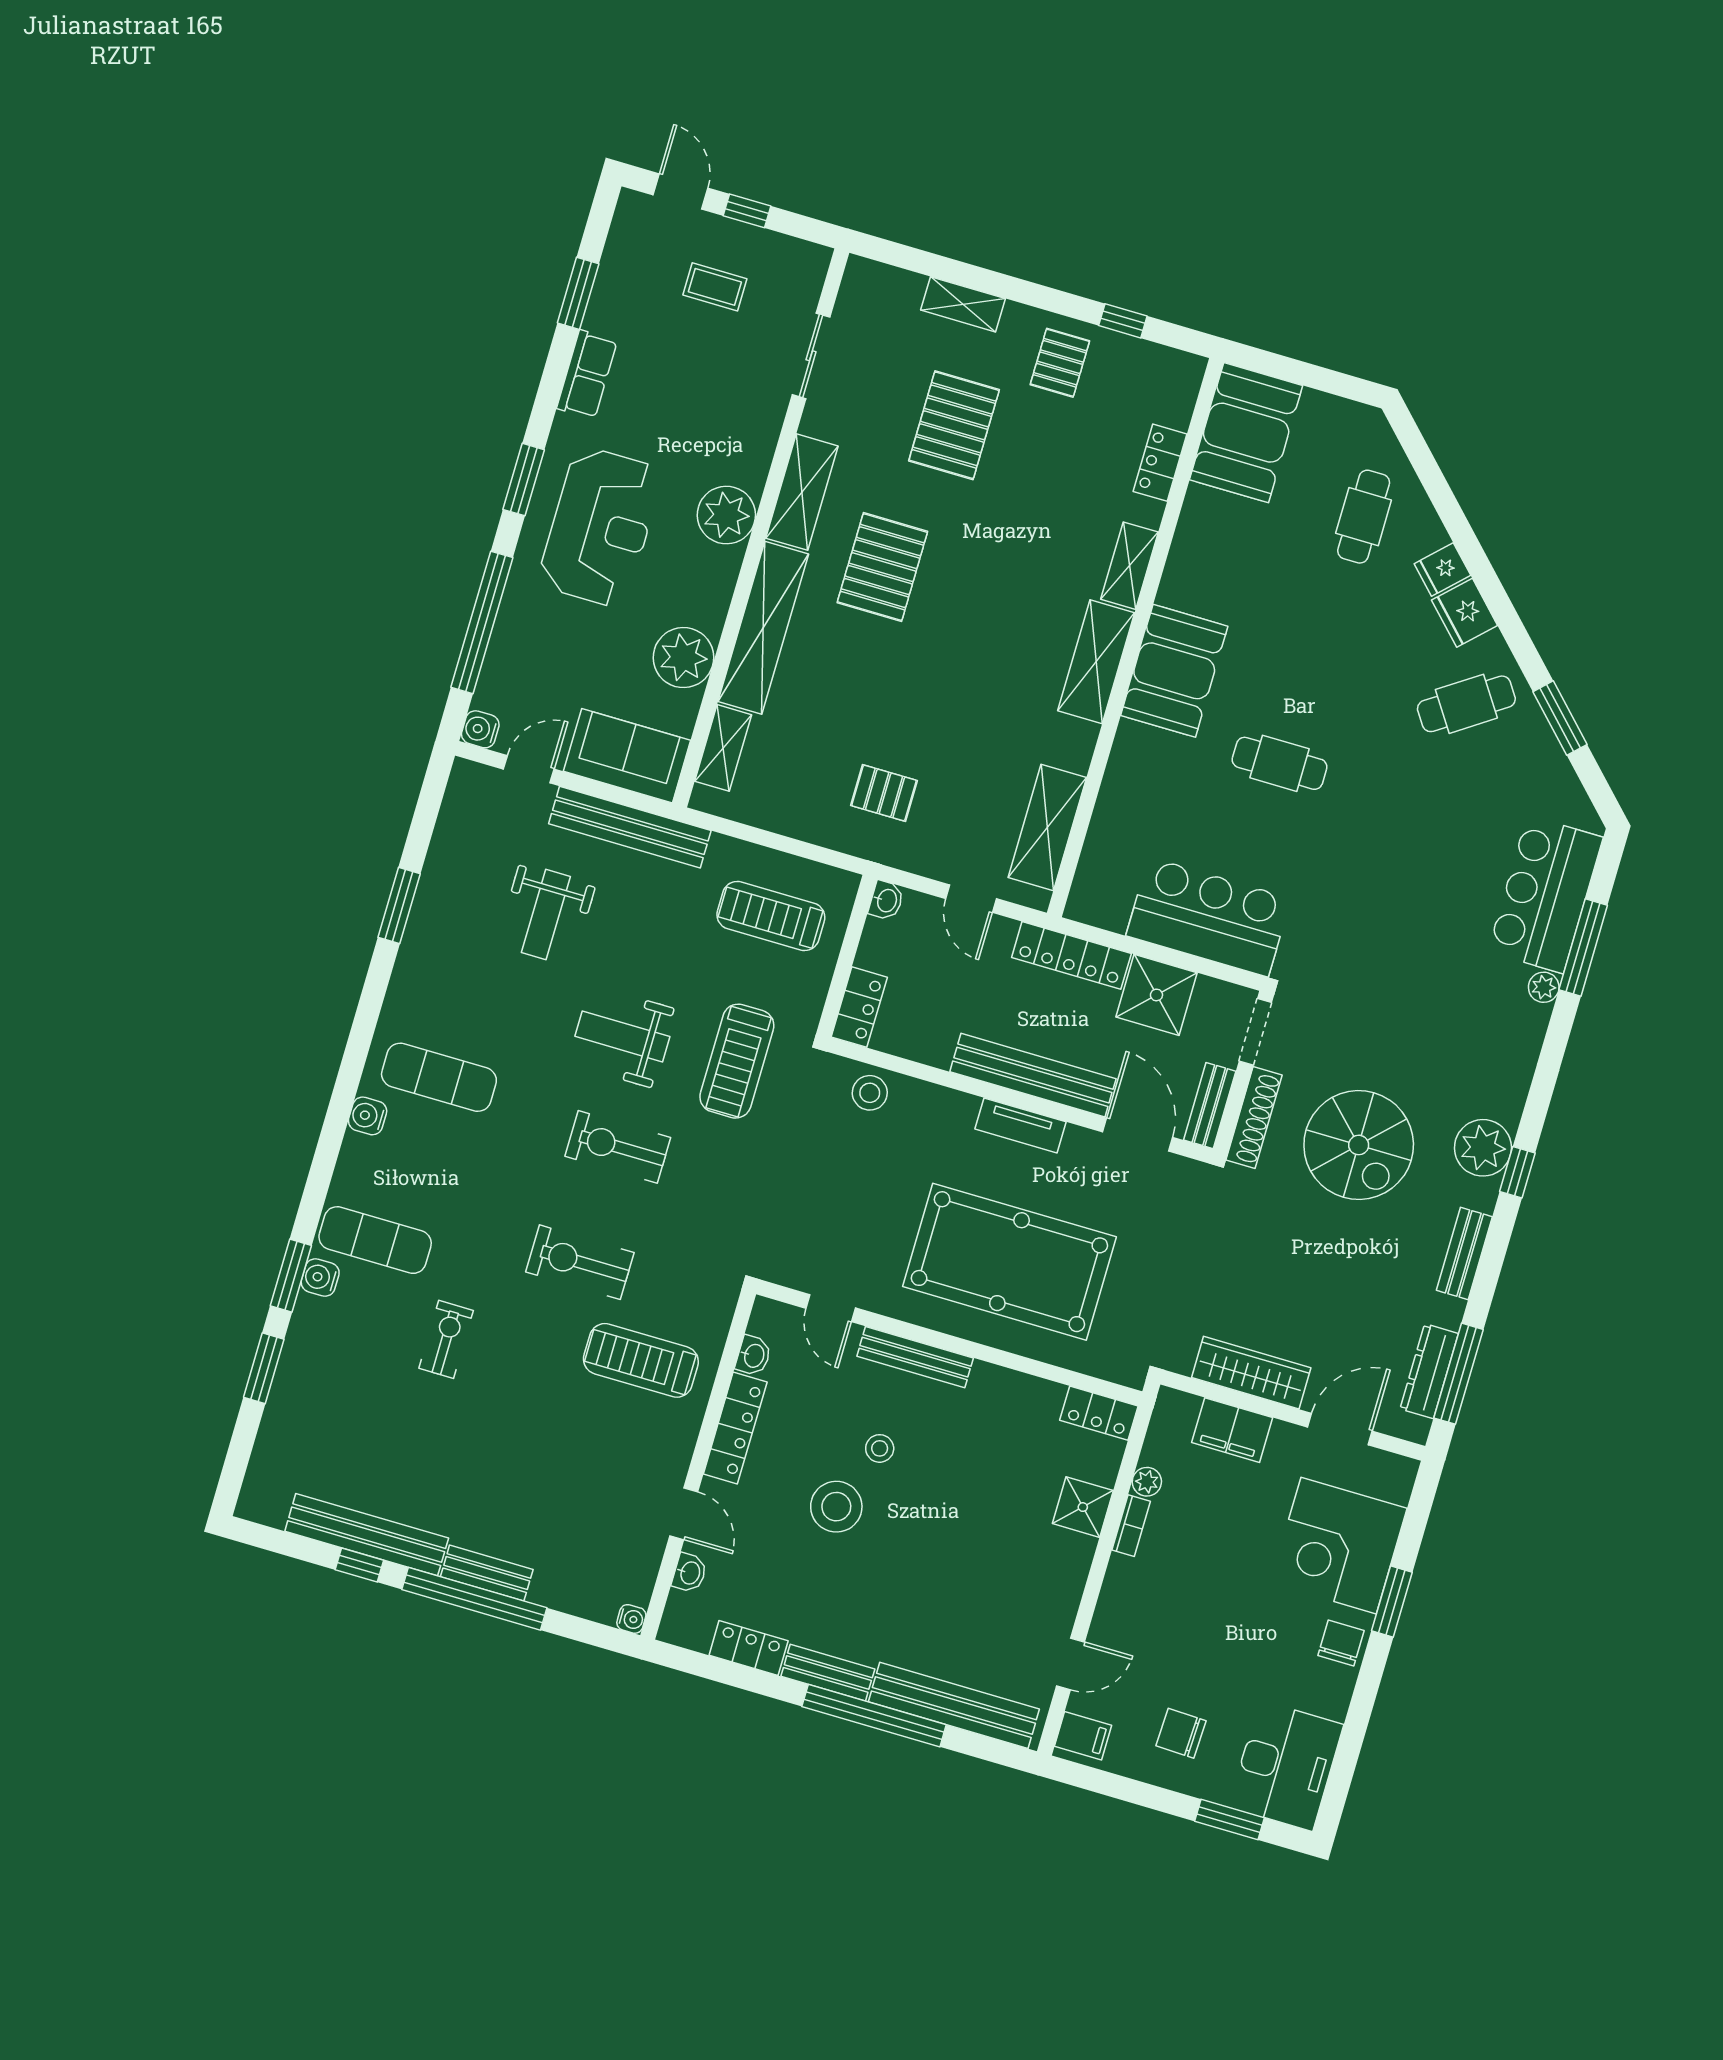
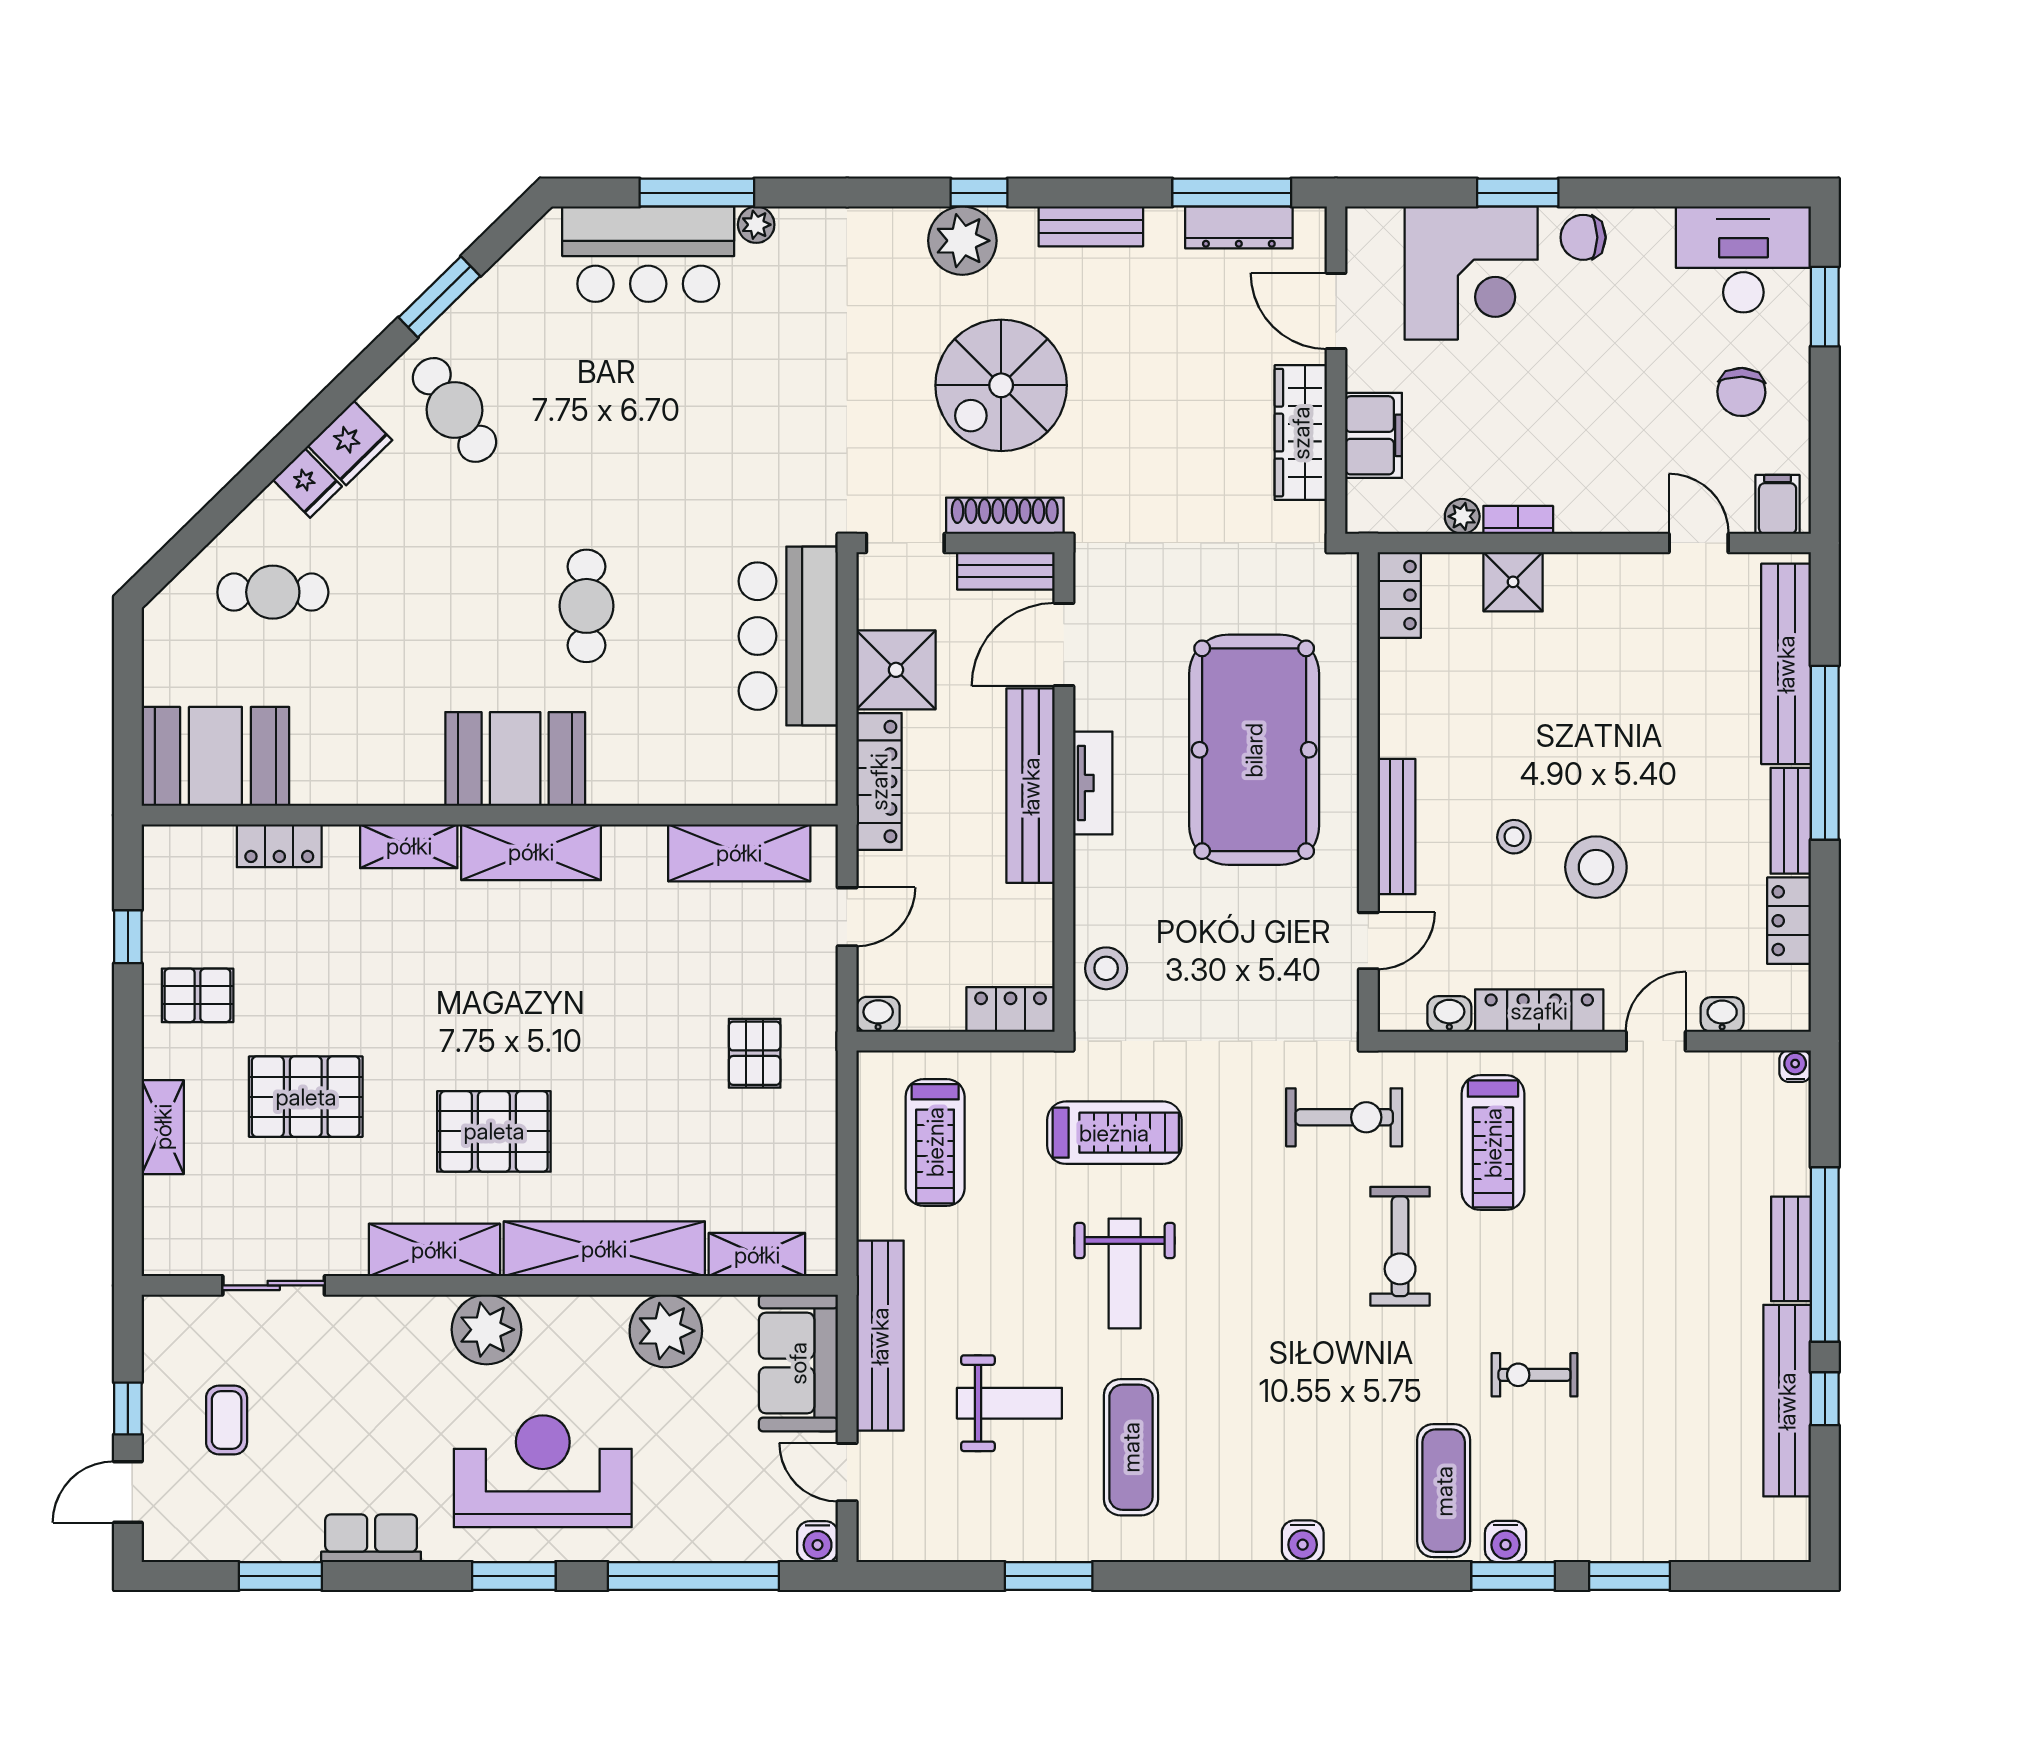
exercise mat: (439, 1077) -> (1131, 1447), moved
spiral stairs: (1359, 1145) -> (1001, 385), turned 180
exercise bike: (618, 1147) -> (1344, 1117), moved, turned -90

